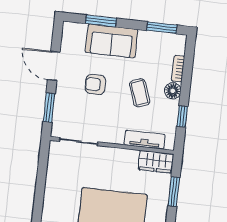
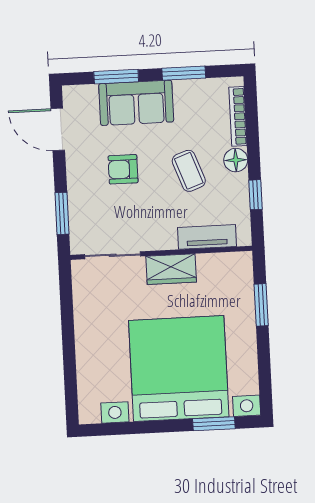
window: (162, 28) -> (184, 73), moved
door: (54, 66) -> (58, 129), moved
bookcase: (178, 69) -> (238, 116), width x1.56
wardrobe: (156, 162) -> (171, 269), moved

